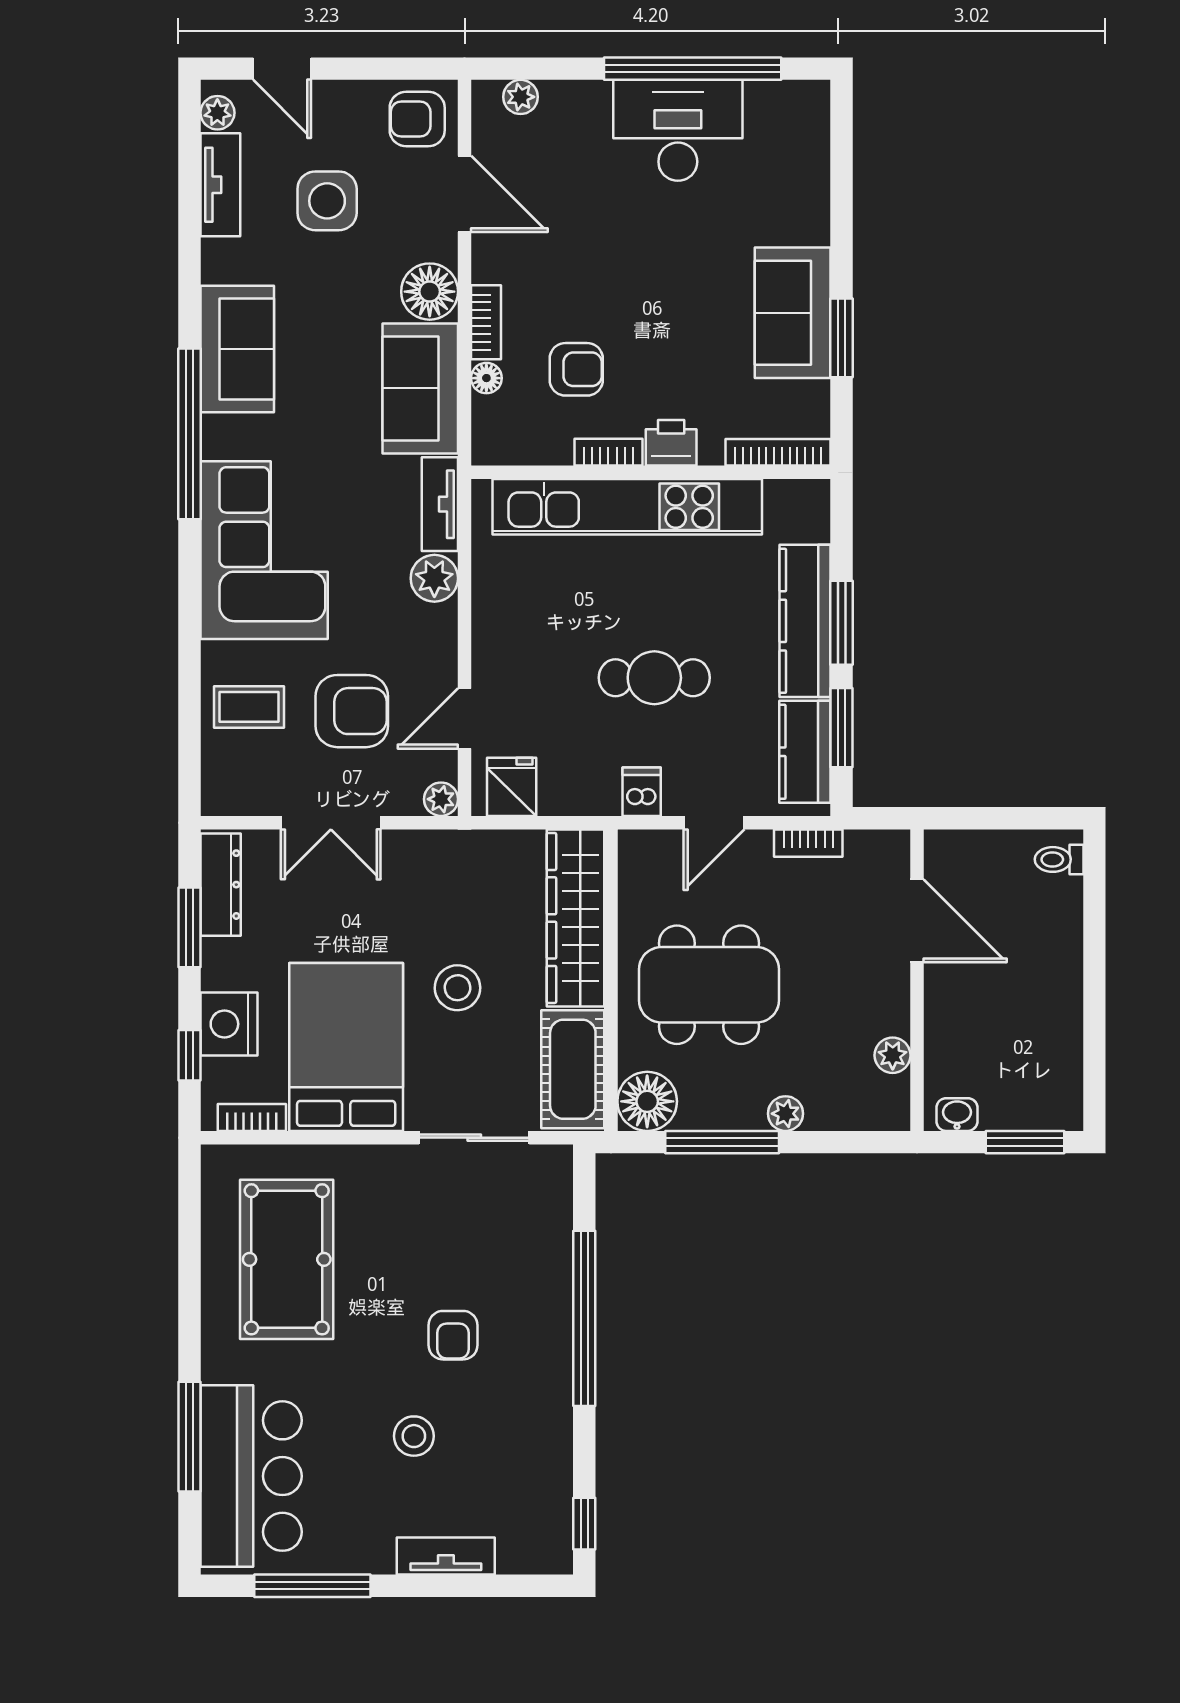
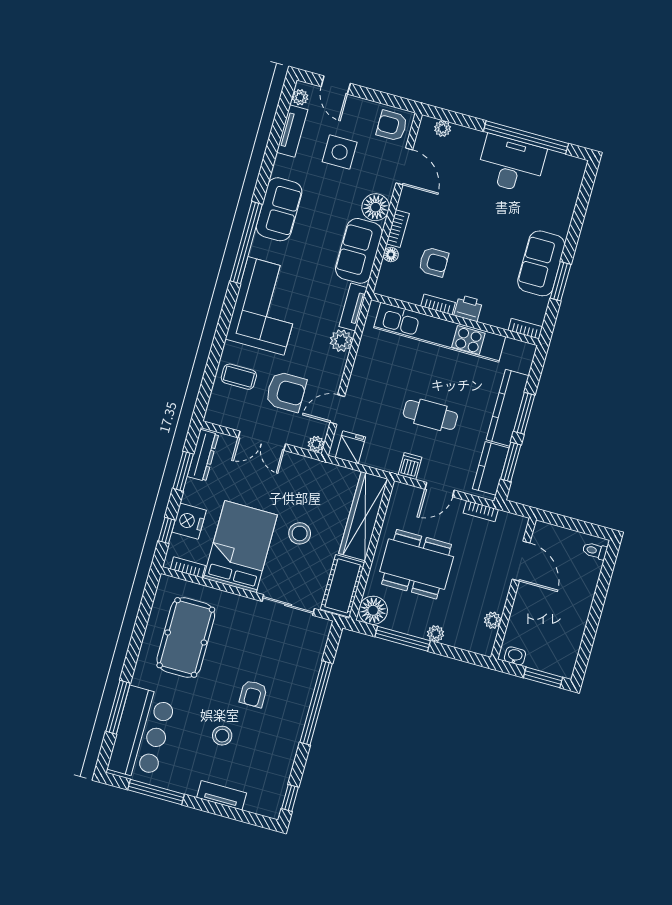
bookcase: (778, 452) -> (525, 329), width x0.64

